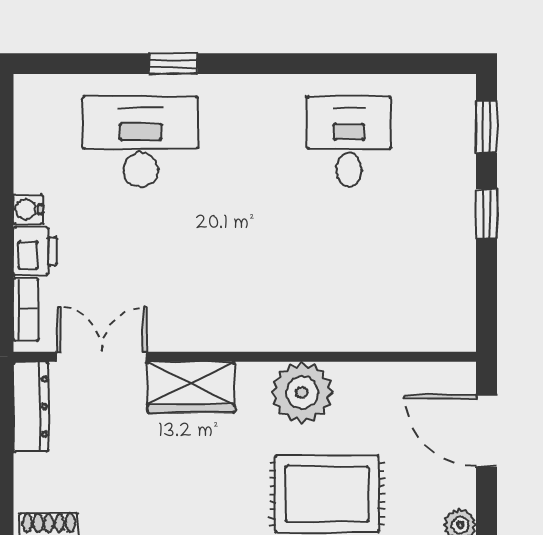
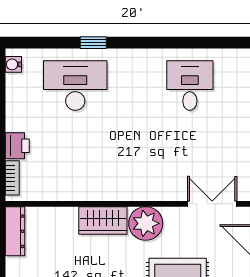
water cooler: (28, 209) -> (13, 64), moved
double door: (102, 357) -> (212, 204), moved
plant: (302, 392) -> (146, 223), moved

